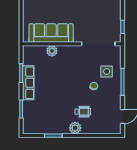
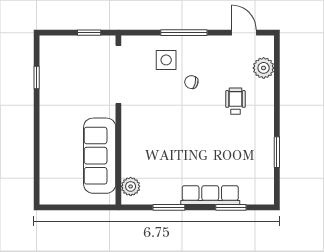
plant: (52, 51) -> (131, 186), moved
row of seats: (28, 83) -> (210, 195), moved
plant: (75, 128) -> (264, 68), moved

